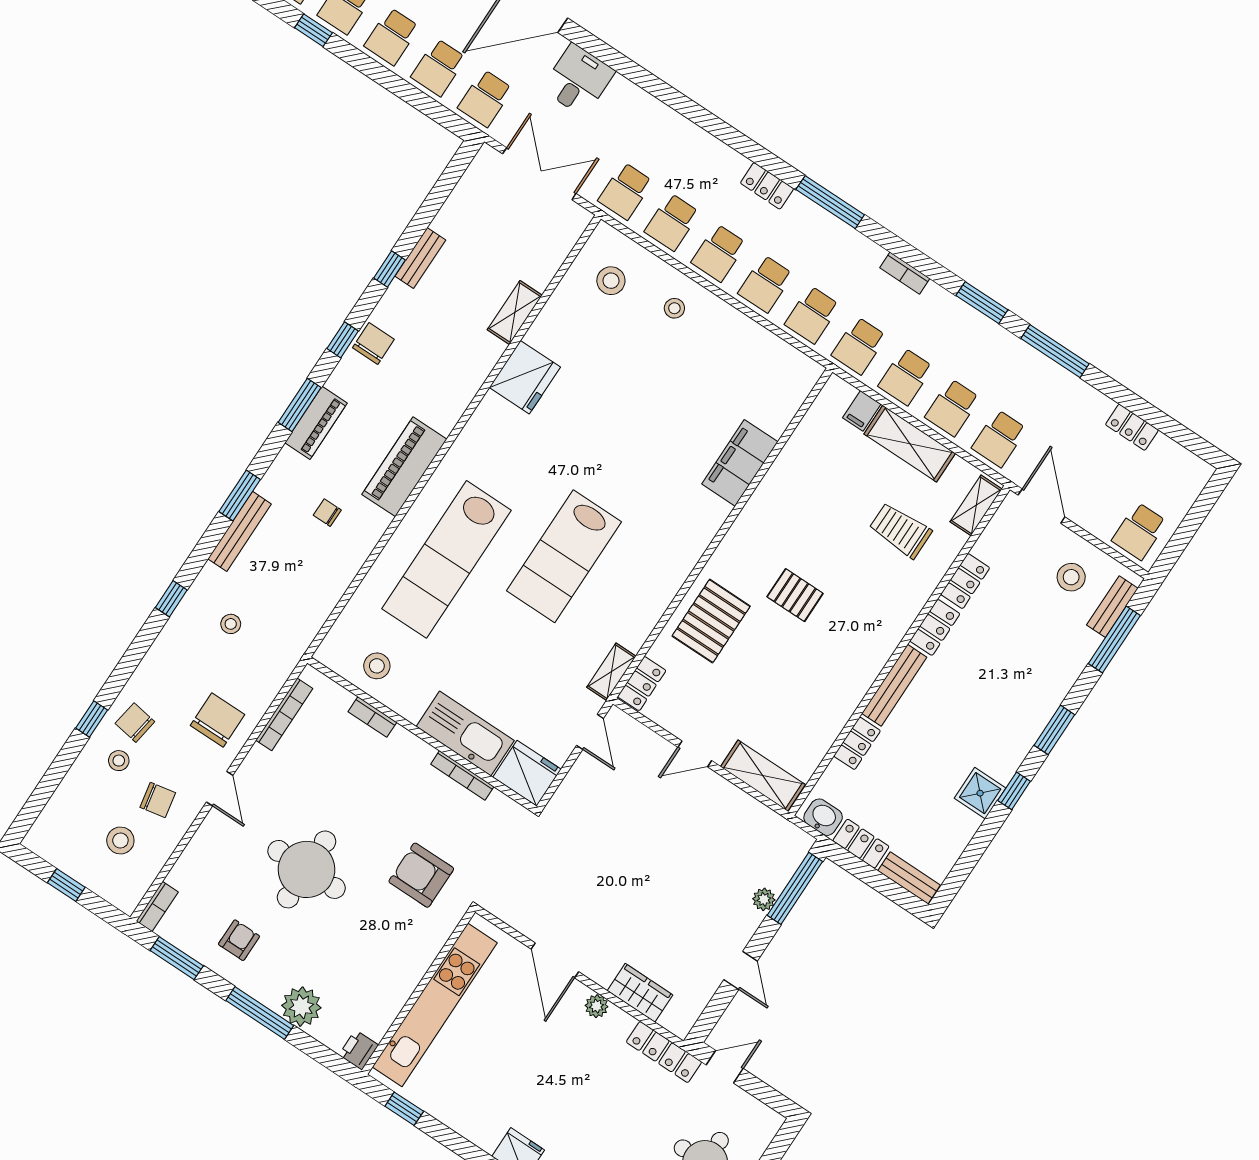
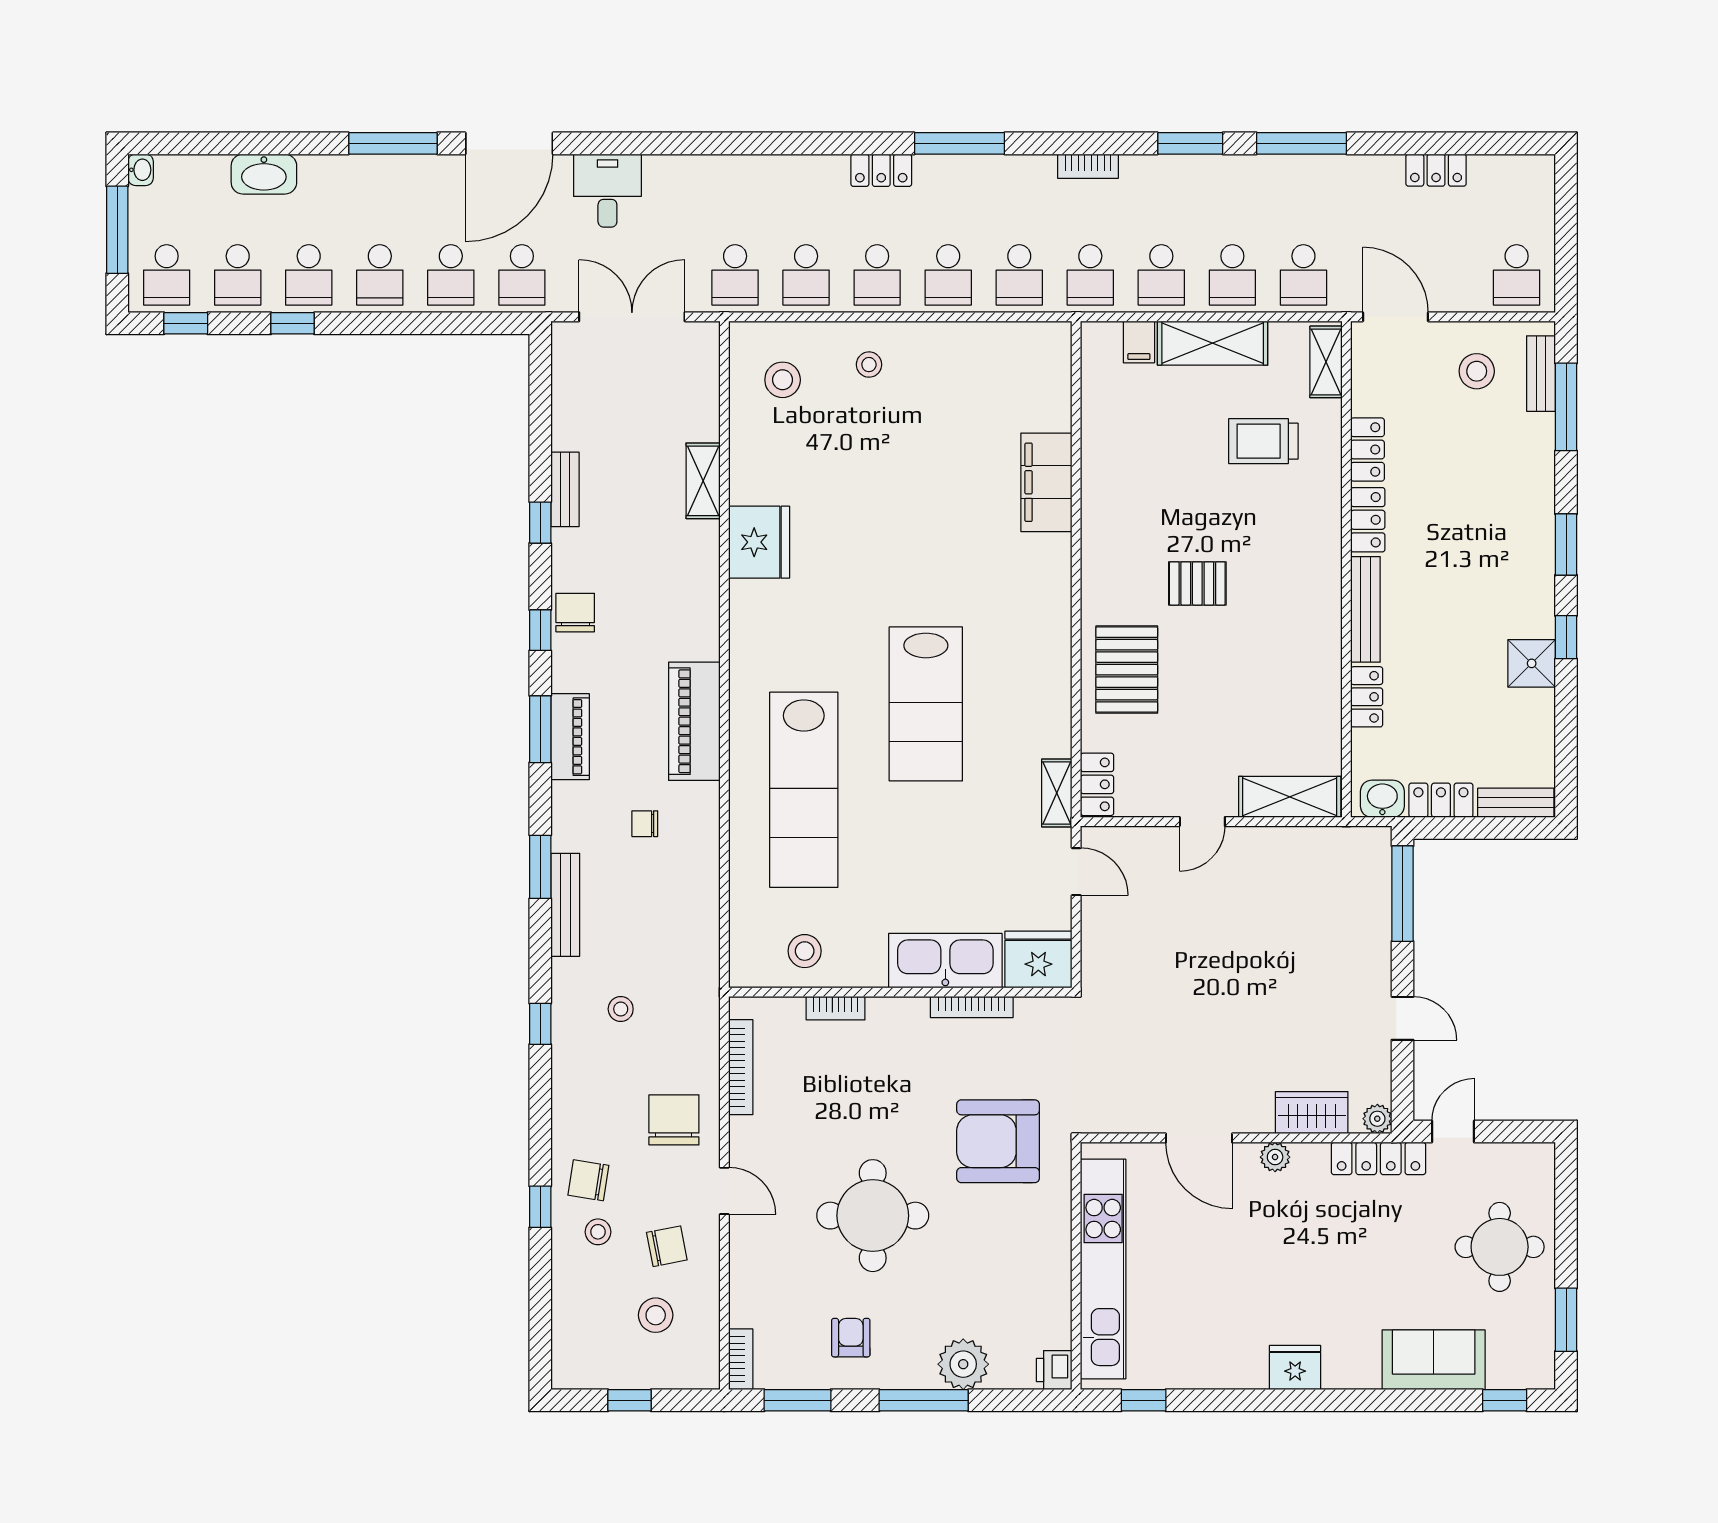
armchair: (421, 875) -> (998, 1141), width x1.36, depth x1.36
plant: (764, 899) -> (1377, 1119), moved

